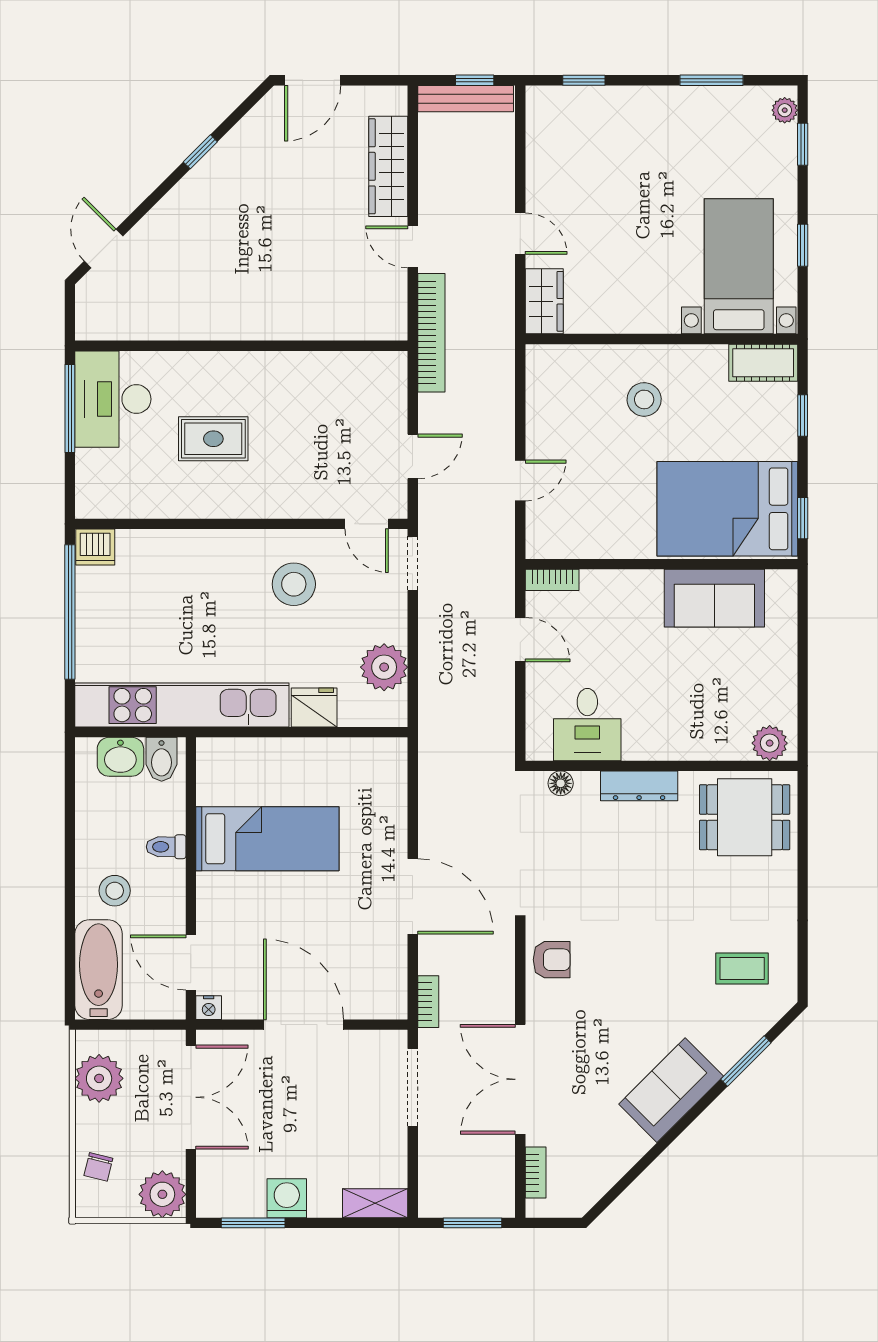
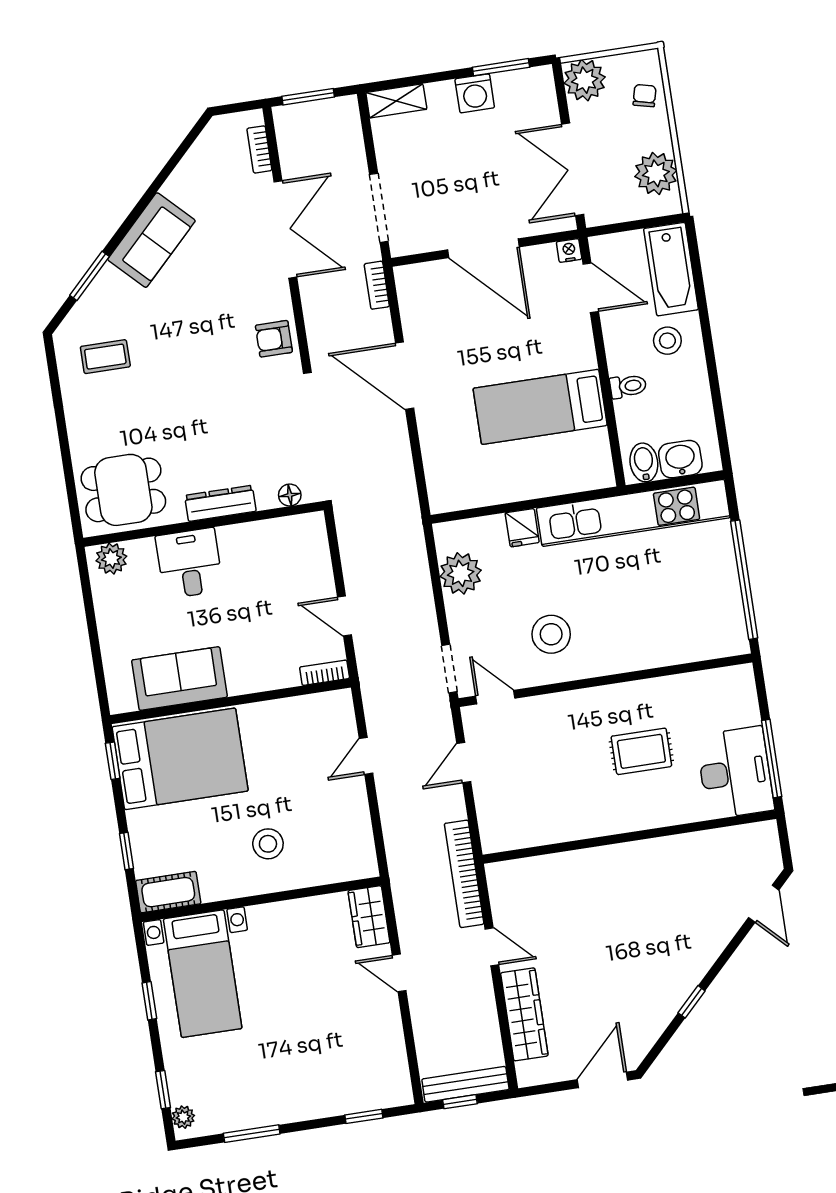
dishwasher: (95, 547) -> (731, 640), removed
fridge: (314, 708) -> (522, 528), width x0.72
desk: (587, 725) -> (189, 563), moved

